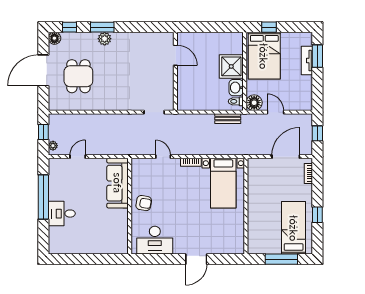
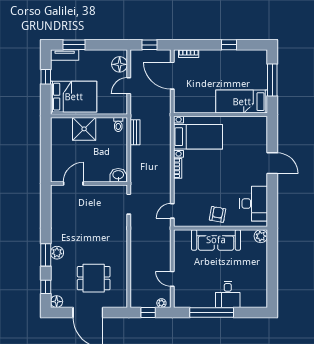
window: (269, 27) -> (46, 77), moved
tv unit: (307, 61) -> (65, 55), moved
washbasin: (236, 88) -> (118, 175), moved, turned 180
floor lamp: (254, 103) -> (120, 64), moved
door: (163, 157) -> (172, 211), moved
sofa: (118, 183) -> (216, 240), moved
bed: (294, 228) -> (242, 102), moved
plant: (121, 247) -> (261, 236), added

